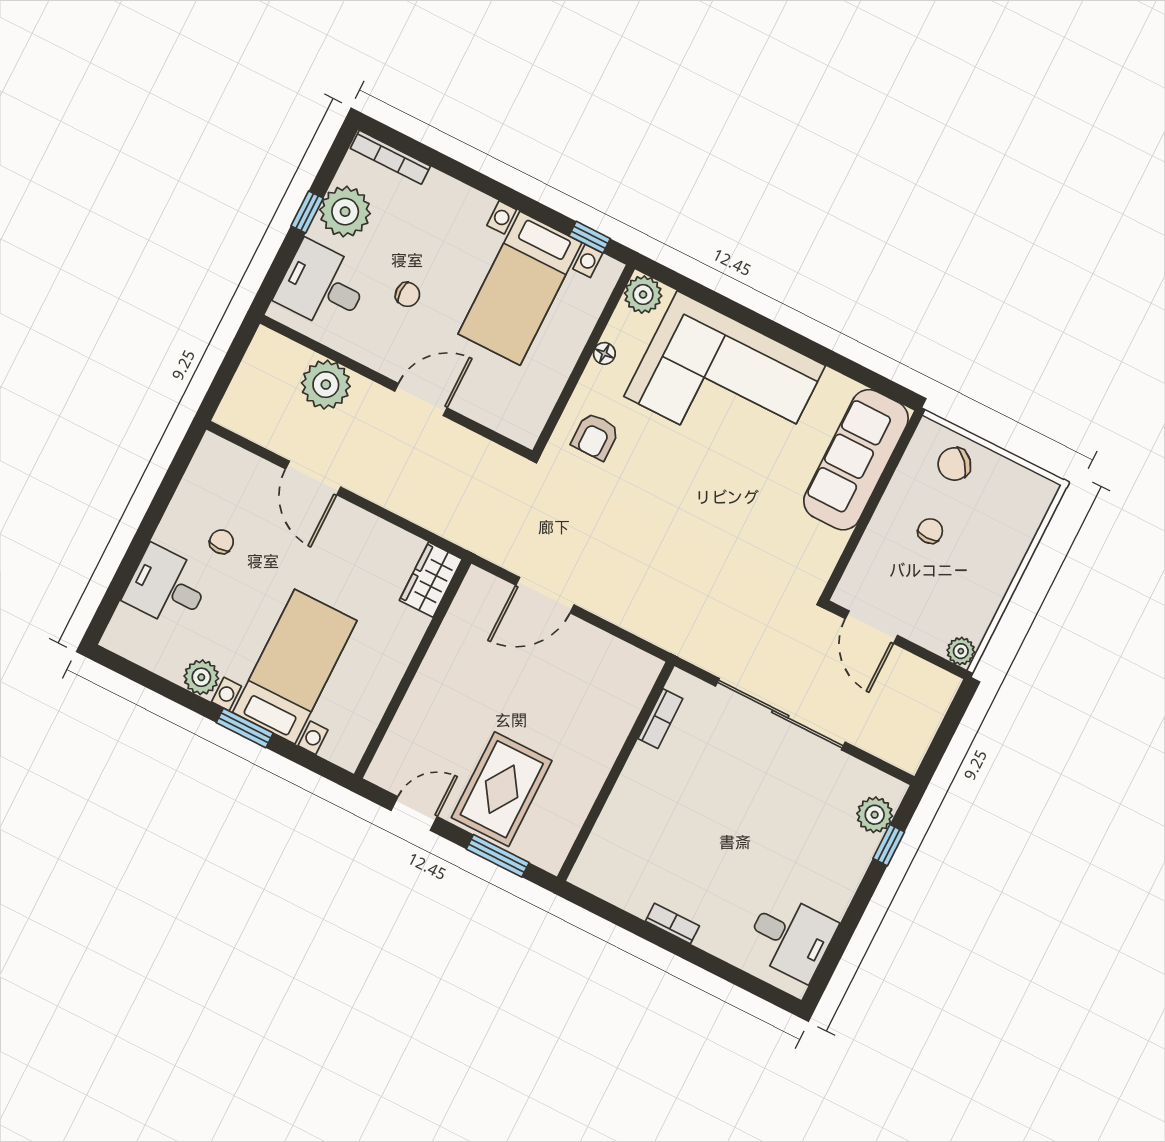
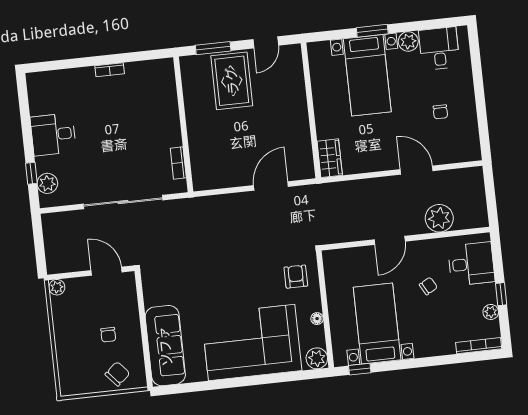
plant: (345, 212) -> (491, 312), width x0.53, depth x0.53
chair: (408, 294) -> (428, 286), turned 151
desk: (167, 587) -> (439, 48), moved, turned -90
desk: (791, 937) -> (53, 134), moved

